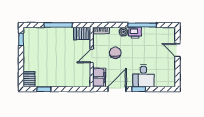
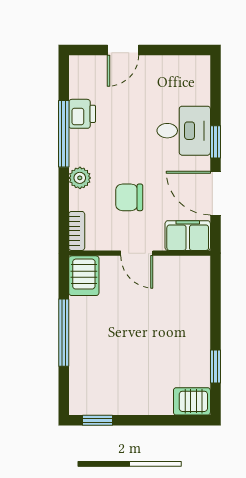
printer: (135, 33) -> (82, 114), moved

